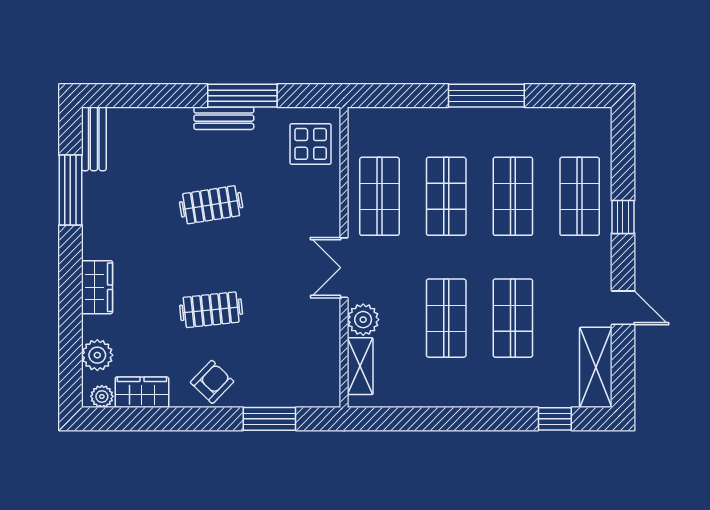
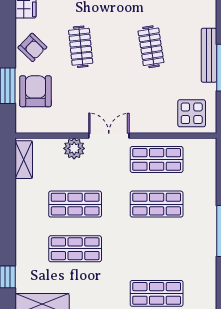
bench: (224, 118) -> (209, 55), width x1.36
shop shelf: (513, 196) -> (157, 249), removed
shelving: (360, 366) -> (24, 160), moved, turned 90
armchair: (278, 377) -> (35, 91), added

